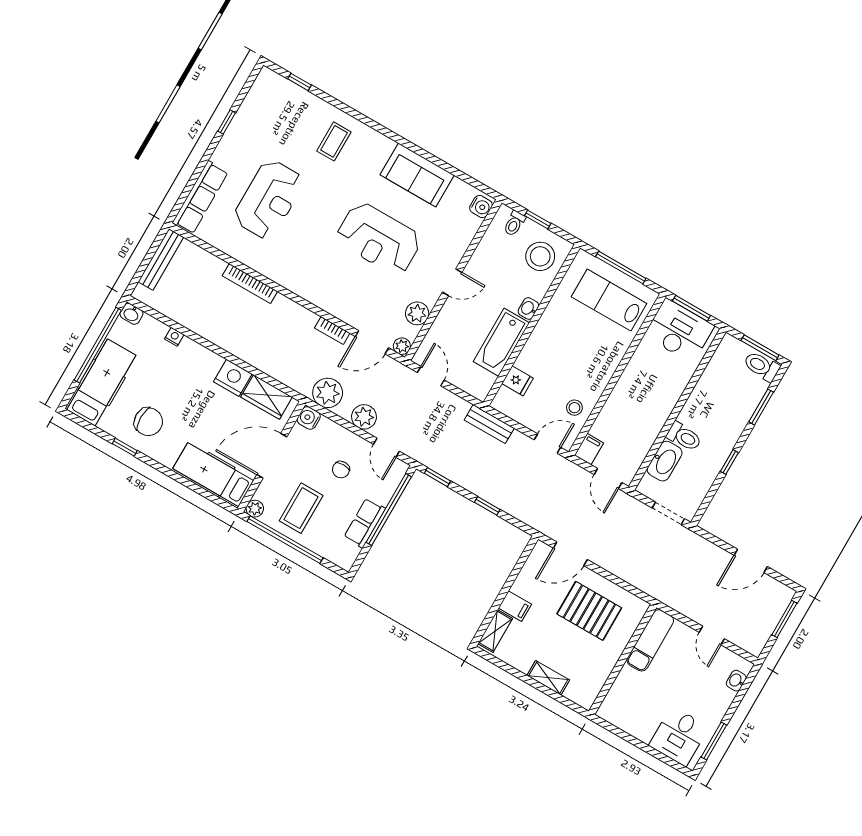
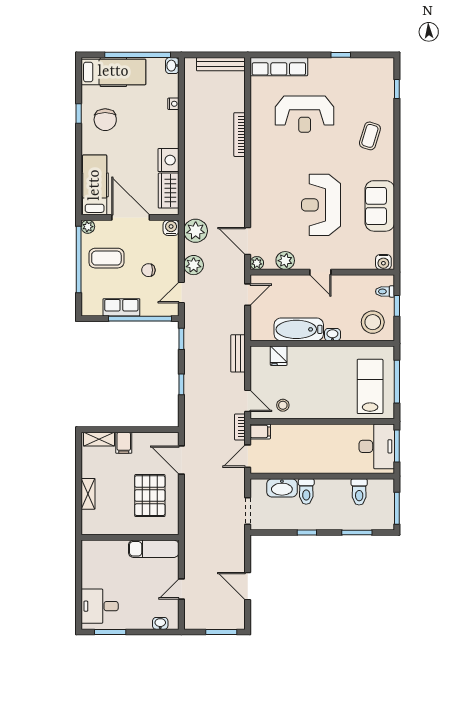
coffee table: (334, 141) -> (370, 136), turned -73
bookcase: (332, 331) -> (240, 427), moved
toilet: (762, 366) -> (359, 492), moved, turned 180

